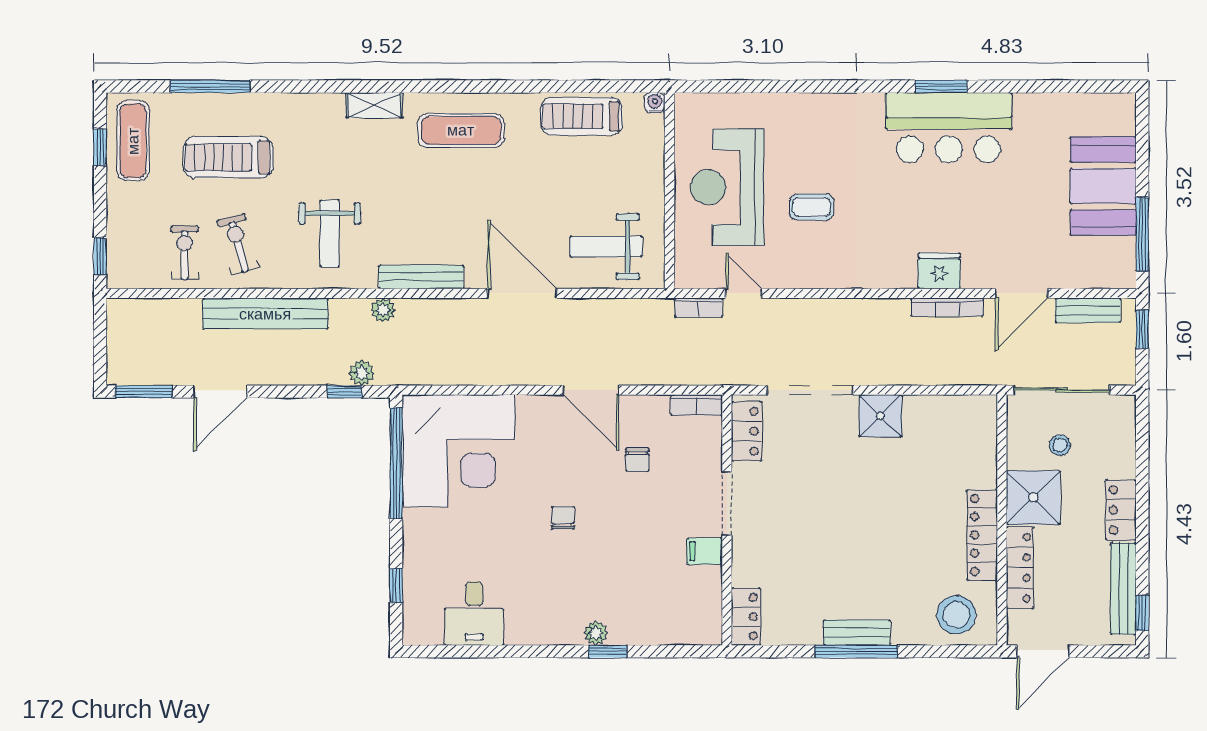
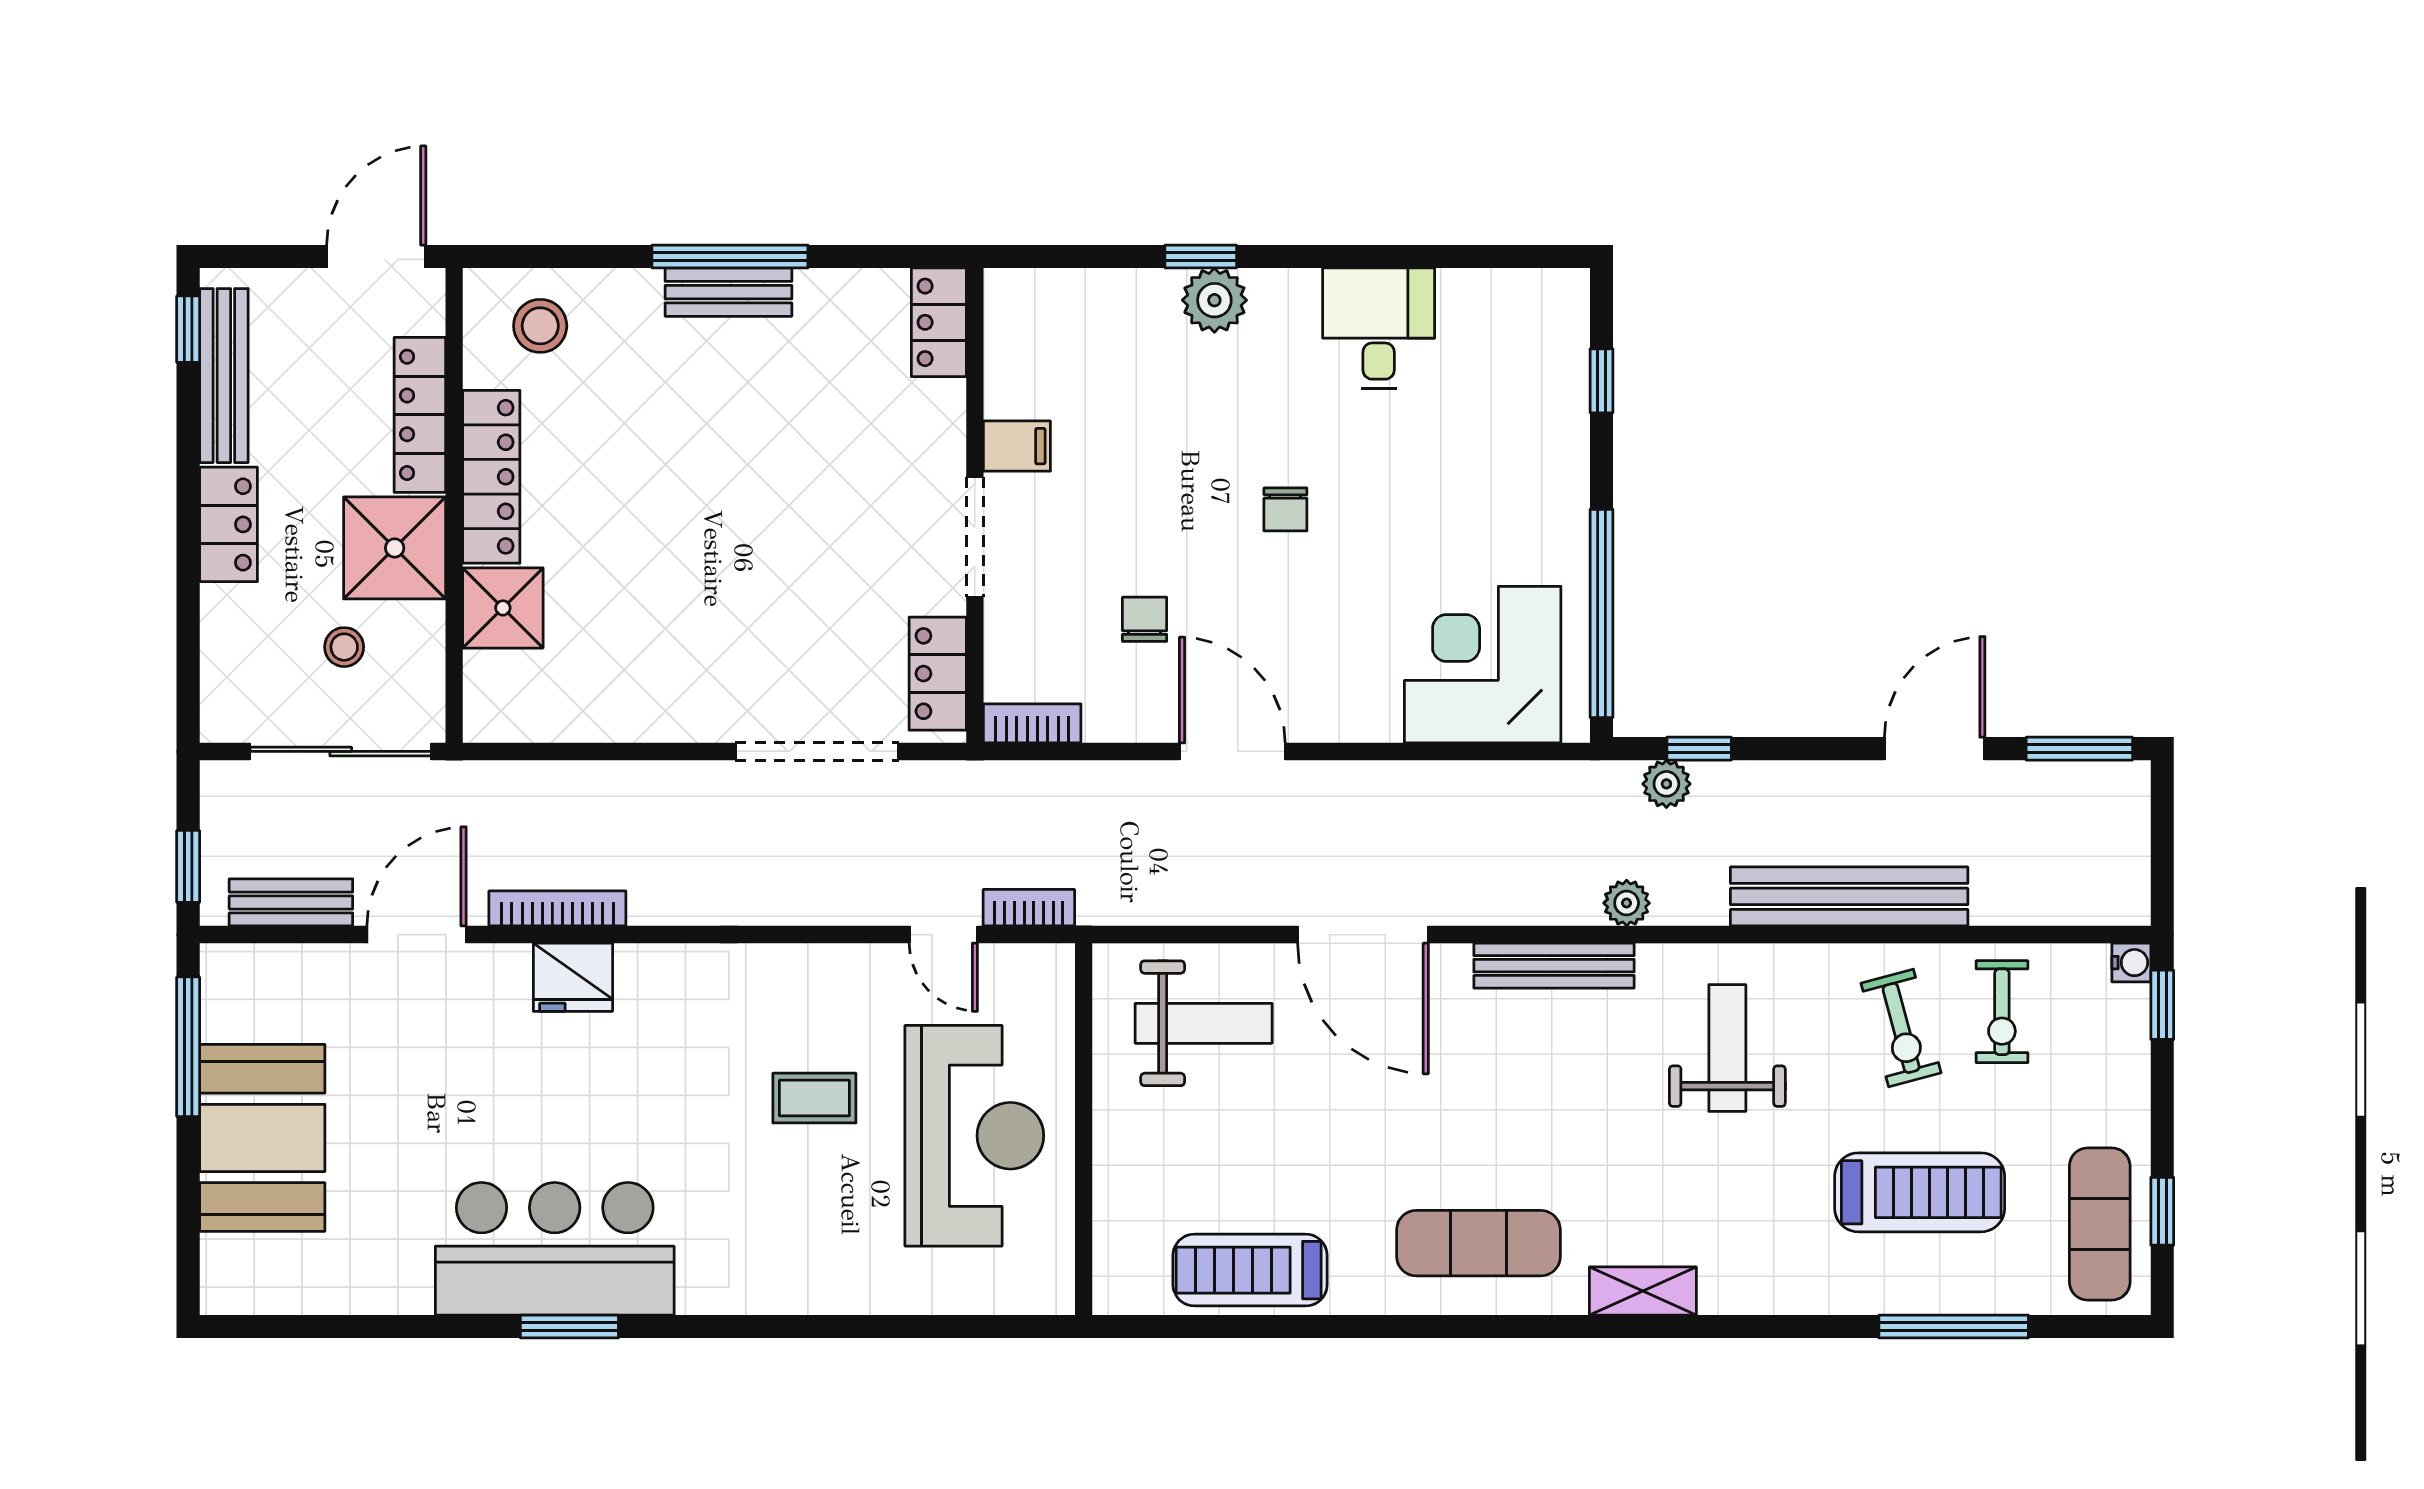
water cooler: (655, 103) -> (2131, 963), moved, turned -90
treadmill: (582, 116) -> (1250, 1270), turned 180
shower: (880, 416) -> (503, 608), moved
corner desk: (459, 451) -> (1483, 665), width x0.74, depth x0.74
desk: (474, 613) -> (1379, 328), moved
stool: (956, 615) -> (540, 326), width x0.73, depth x0.73
plant: (596, 633) -> (1214, 300), width x1.38, depth x1.38

